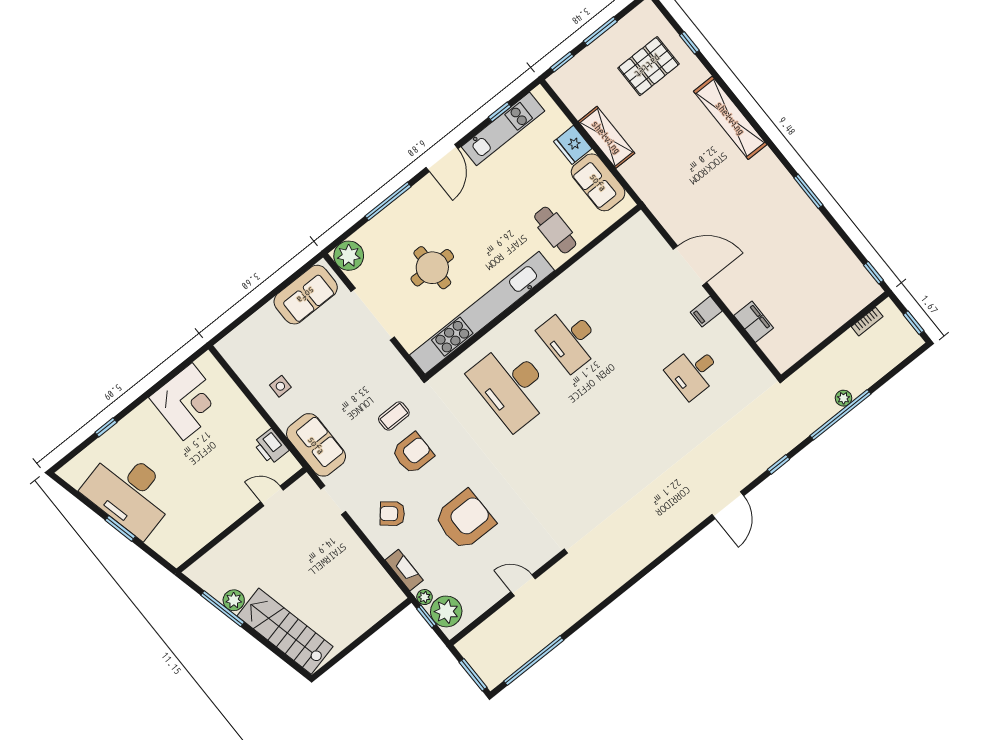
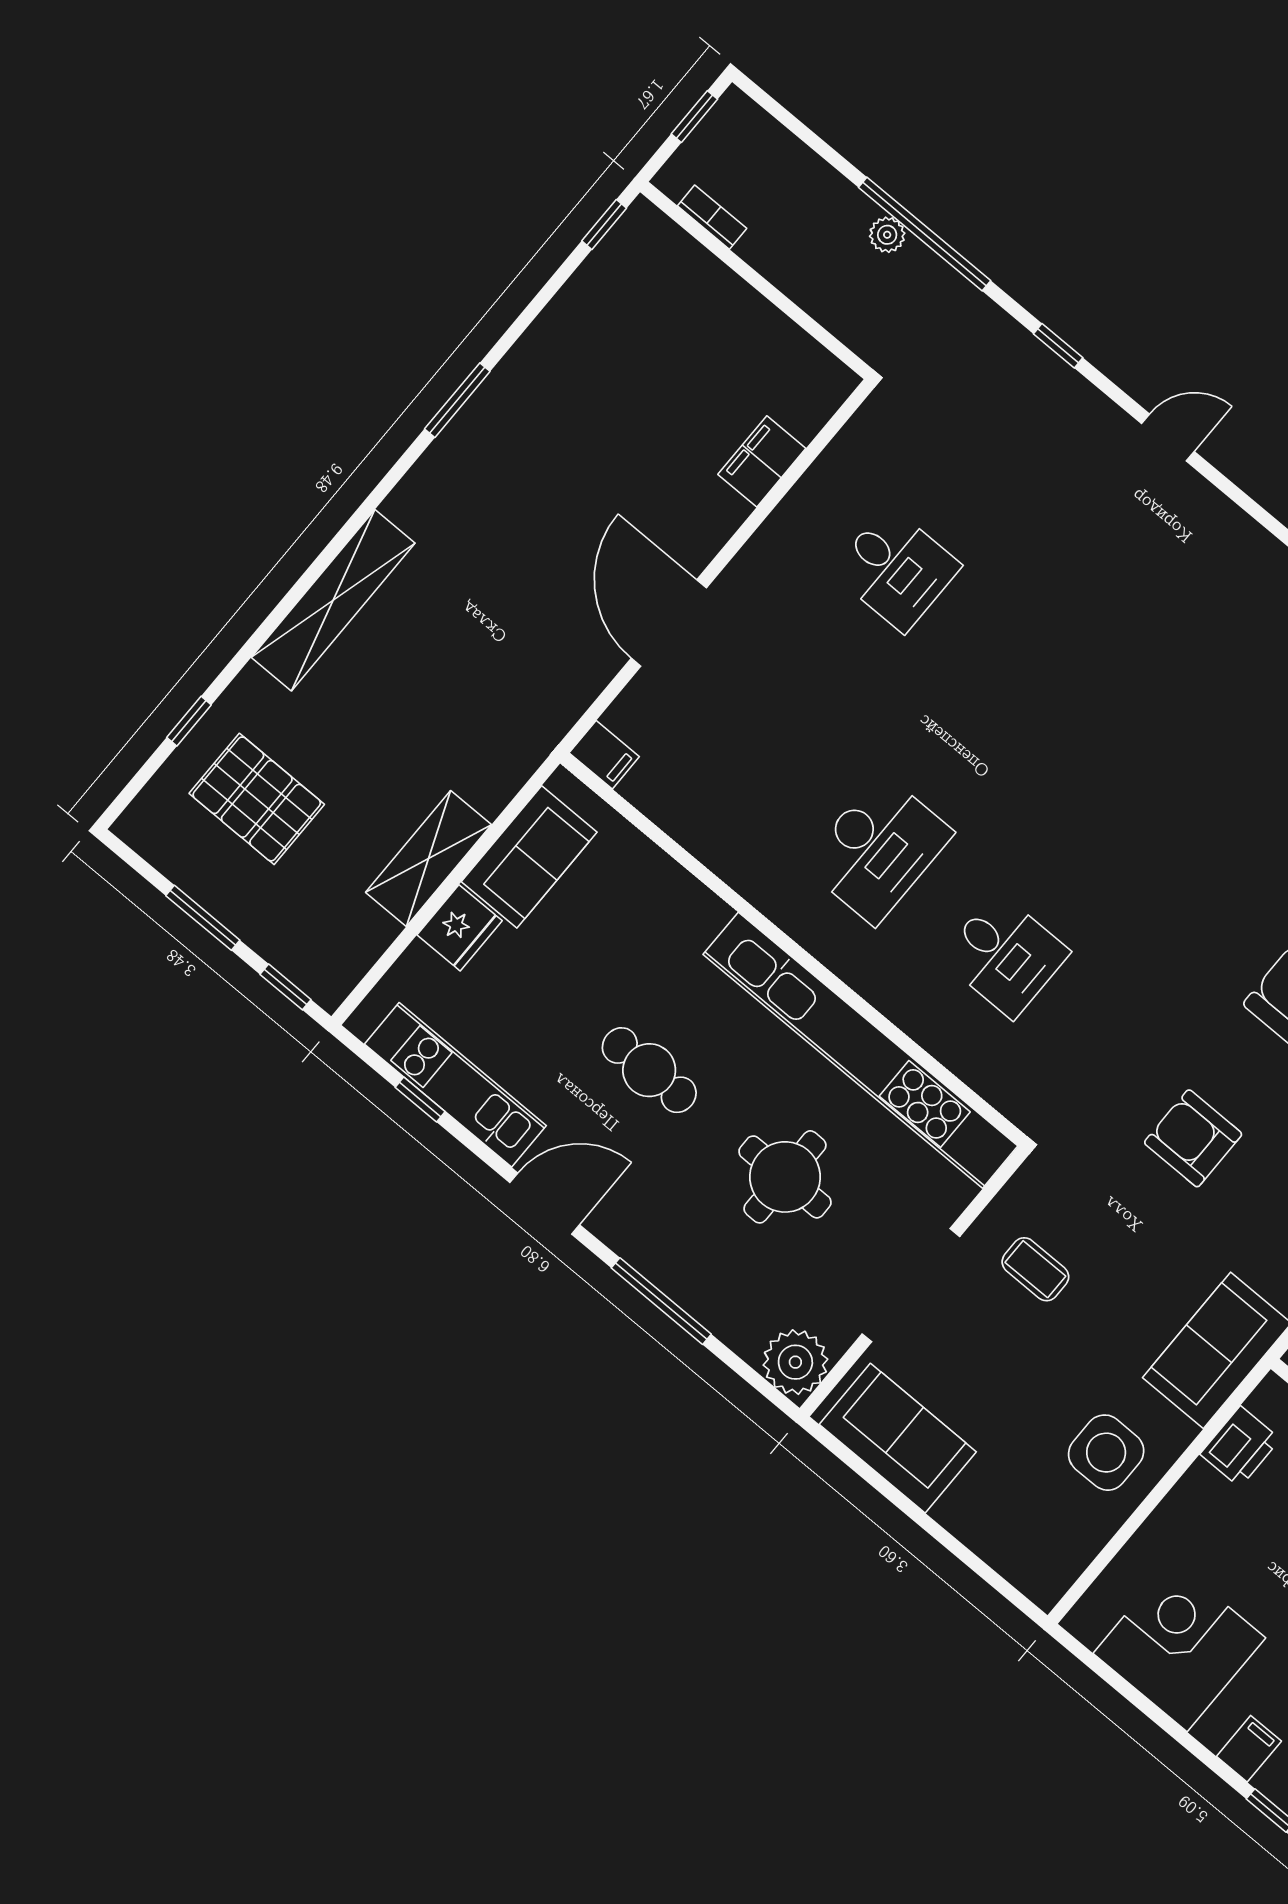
cafe table: (555, 230) -> (649, 1070), moved, turned 90
filing cabinet: (706, 312) -> (604, 755), moved
side table: (280, 386) -> (1106, 1453), width x1.87, depth x1.87
desk: (512, 386) -> (1005, 955), width x0.53, depth x0.77
coffee table: (394, 416) -> (1035, 1269), moved
filing cabinet: (135, 423) -> (1249, 1749), added
door: (728, 505) -> (1168, 437), width x0.73

